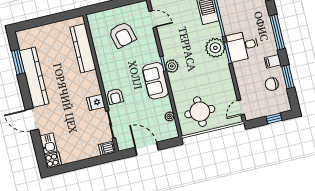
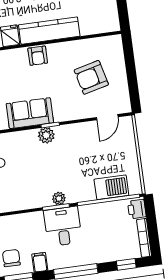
kitchen counter: (83, 48) -> (49, 31), moved
plant: (215, 48) -> (59, 198), width x0.53, depth x0.53
armchair: (115, 96) -> (38, 56), moved, turned -90

